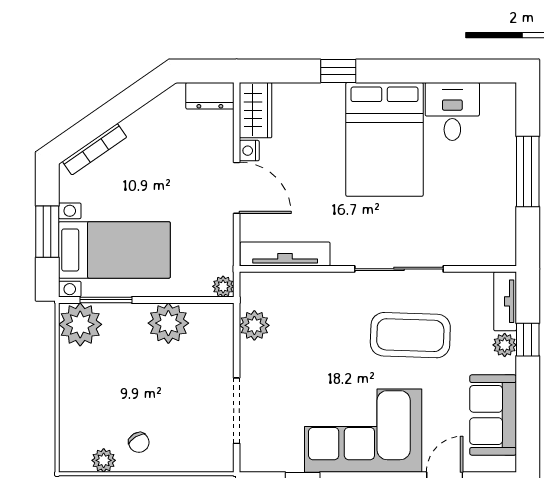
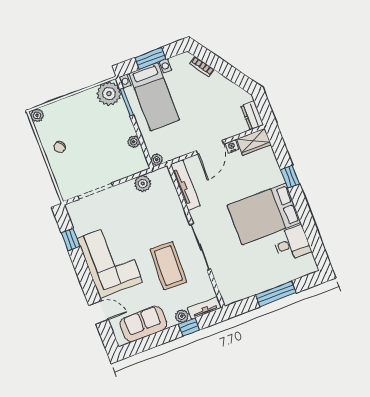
bookcase: (95, 149) -> (202, 67), width x0.64
plant: (168, 323) -> (134, 142), width x0.53, depth x0.53
plant: (104, 460) -> (37, 115), moved

